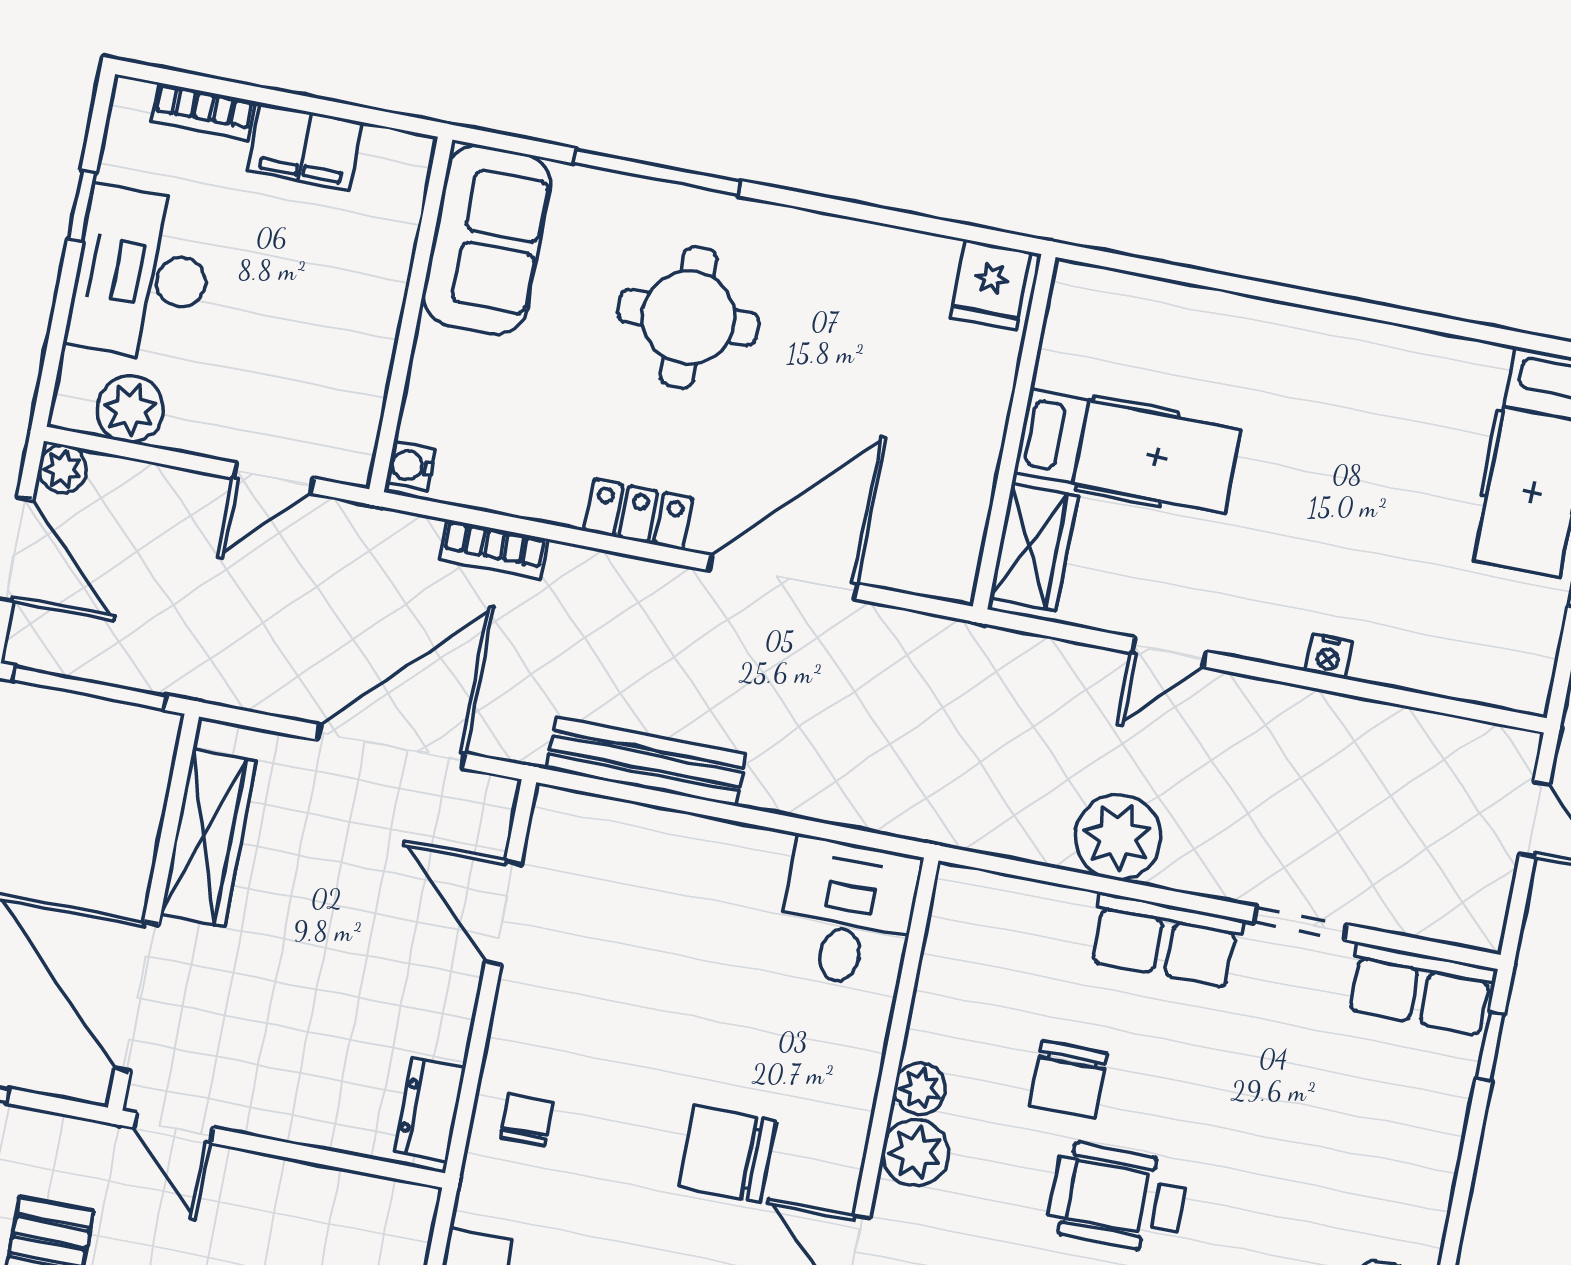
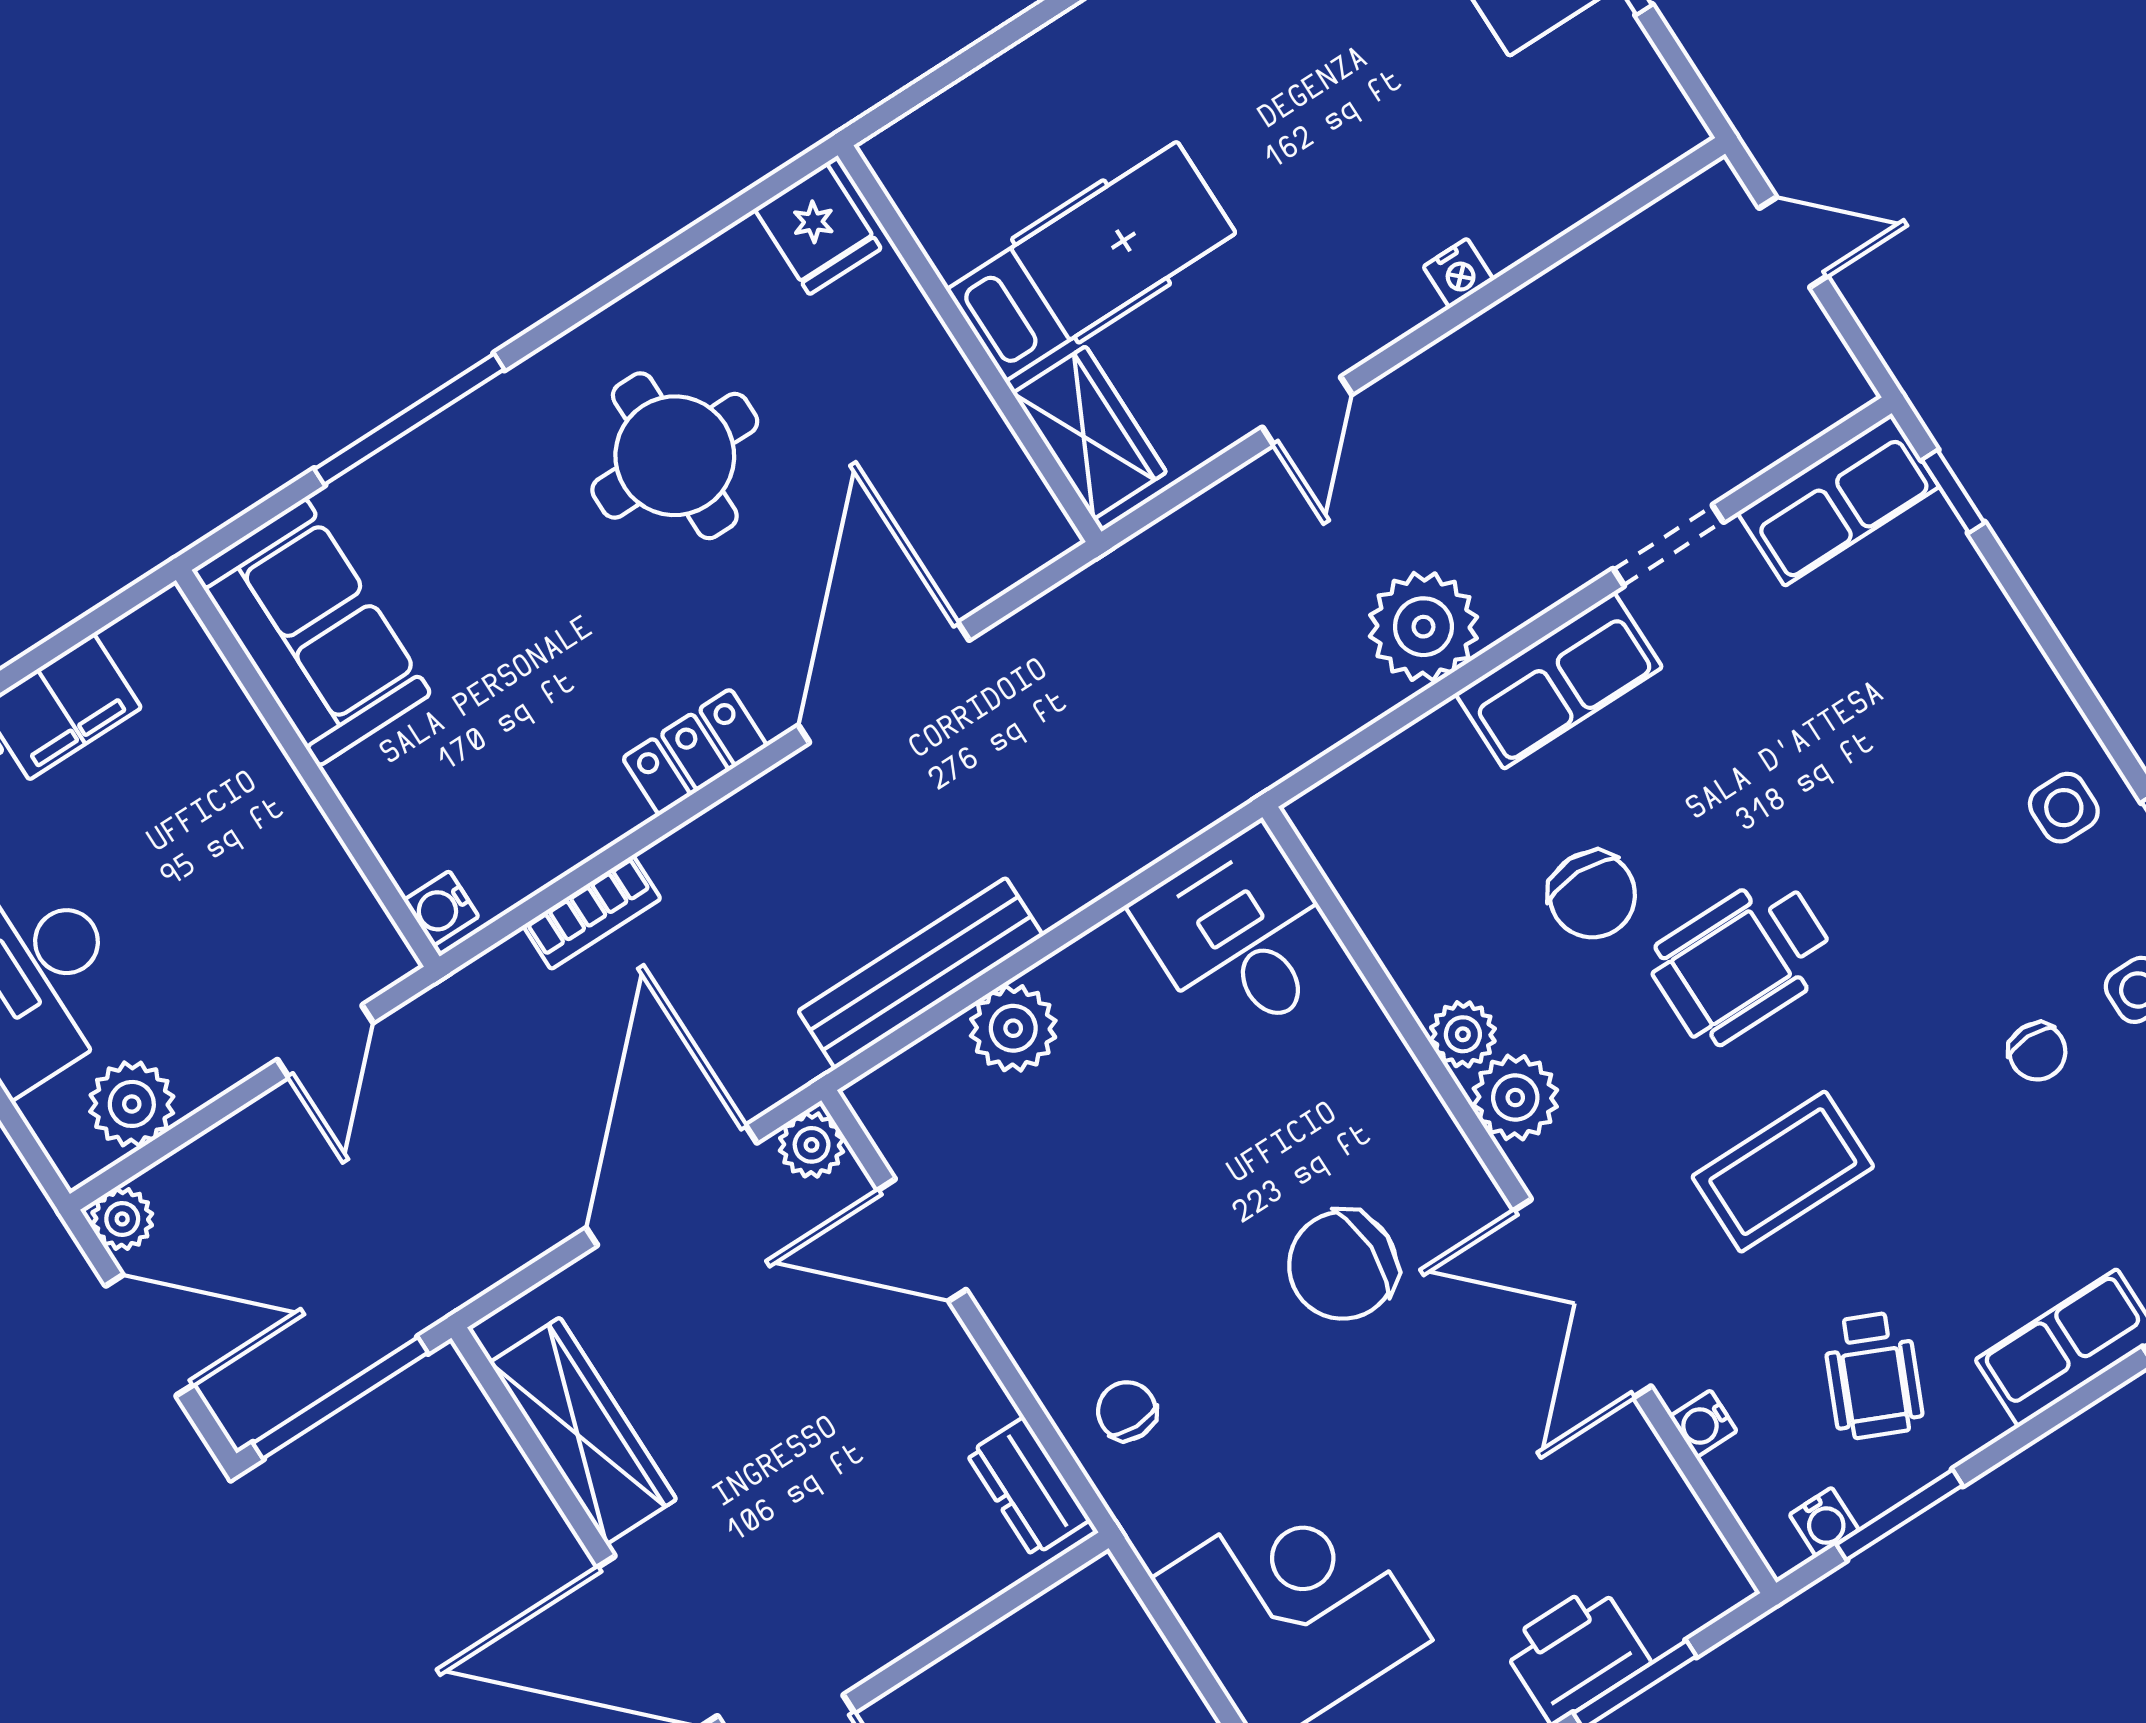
round table: (689, 317) -> (675, 456), moved
plant: (492, 799) -> (812, 1145), added
plant: (669, 842) -> (1013, 1028), added

